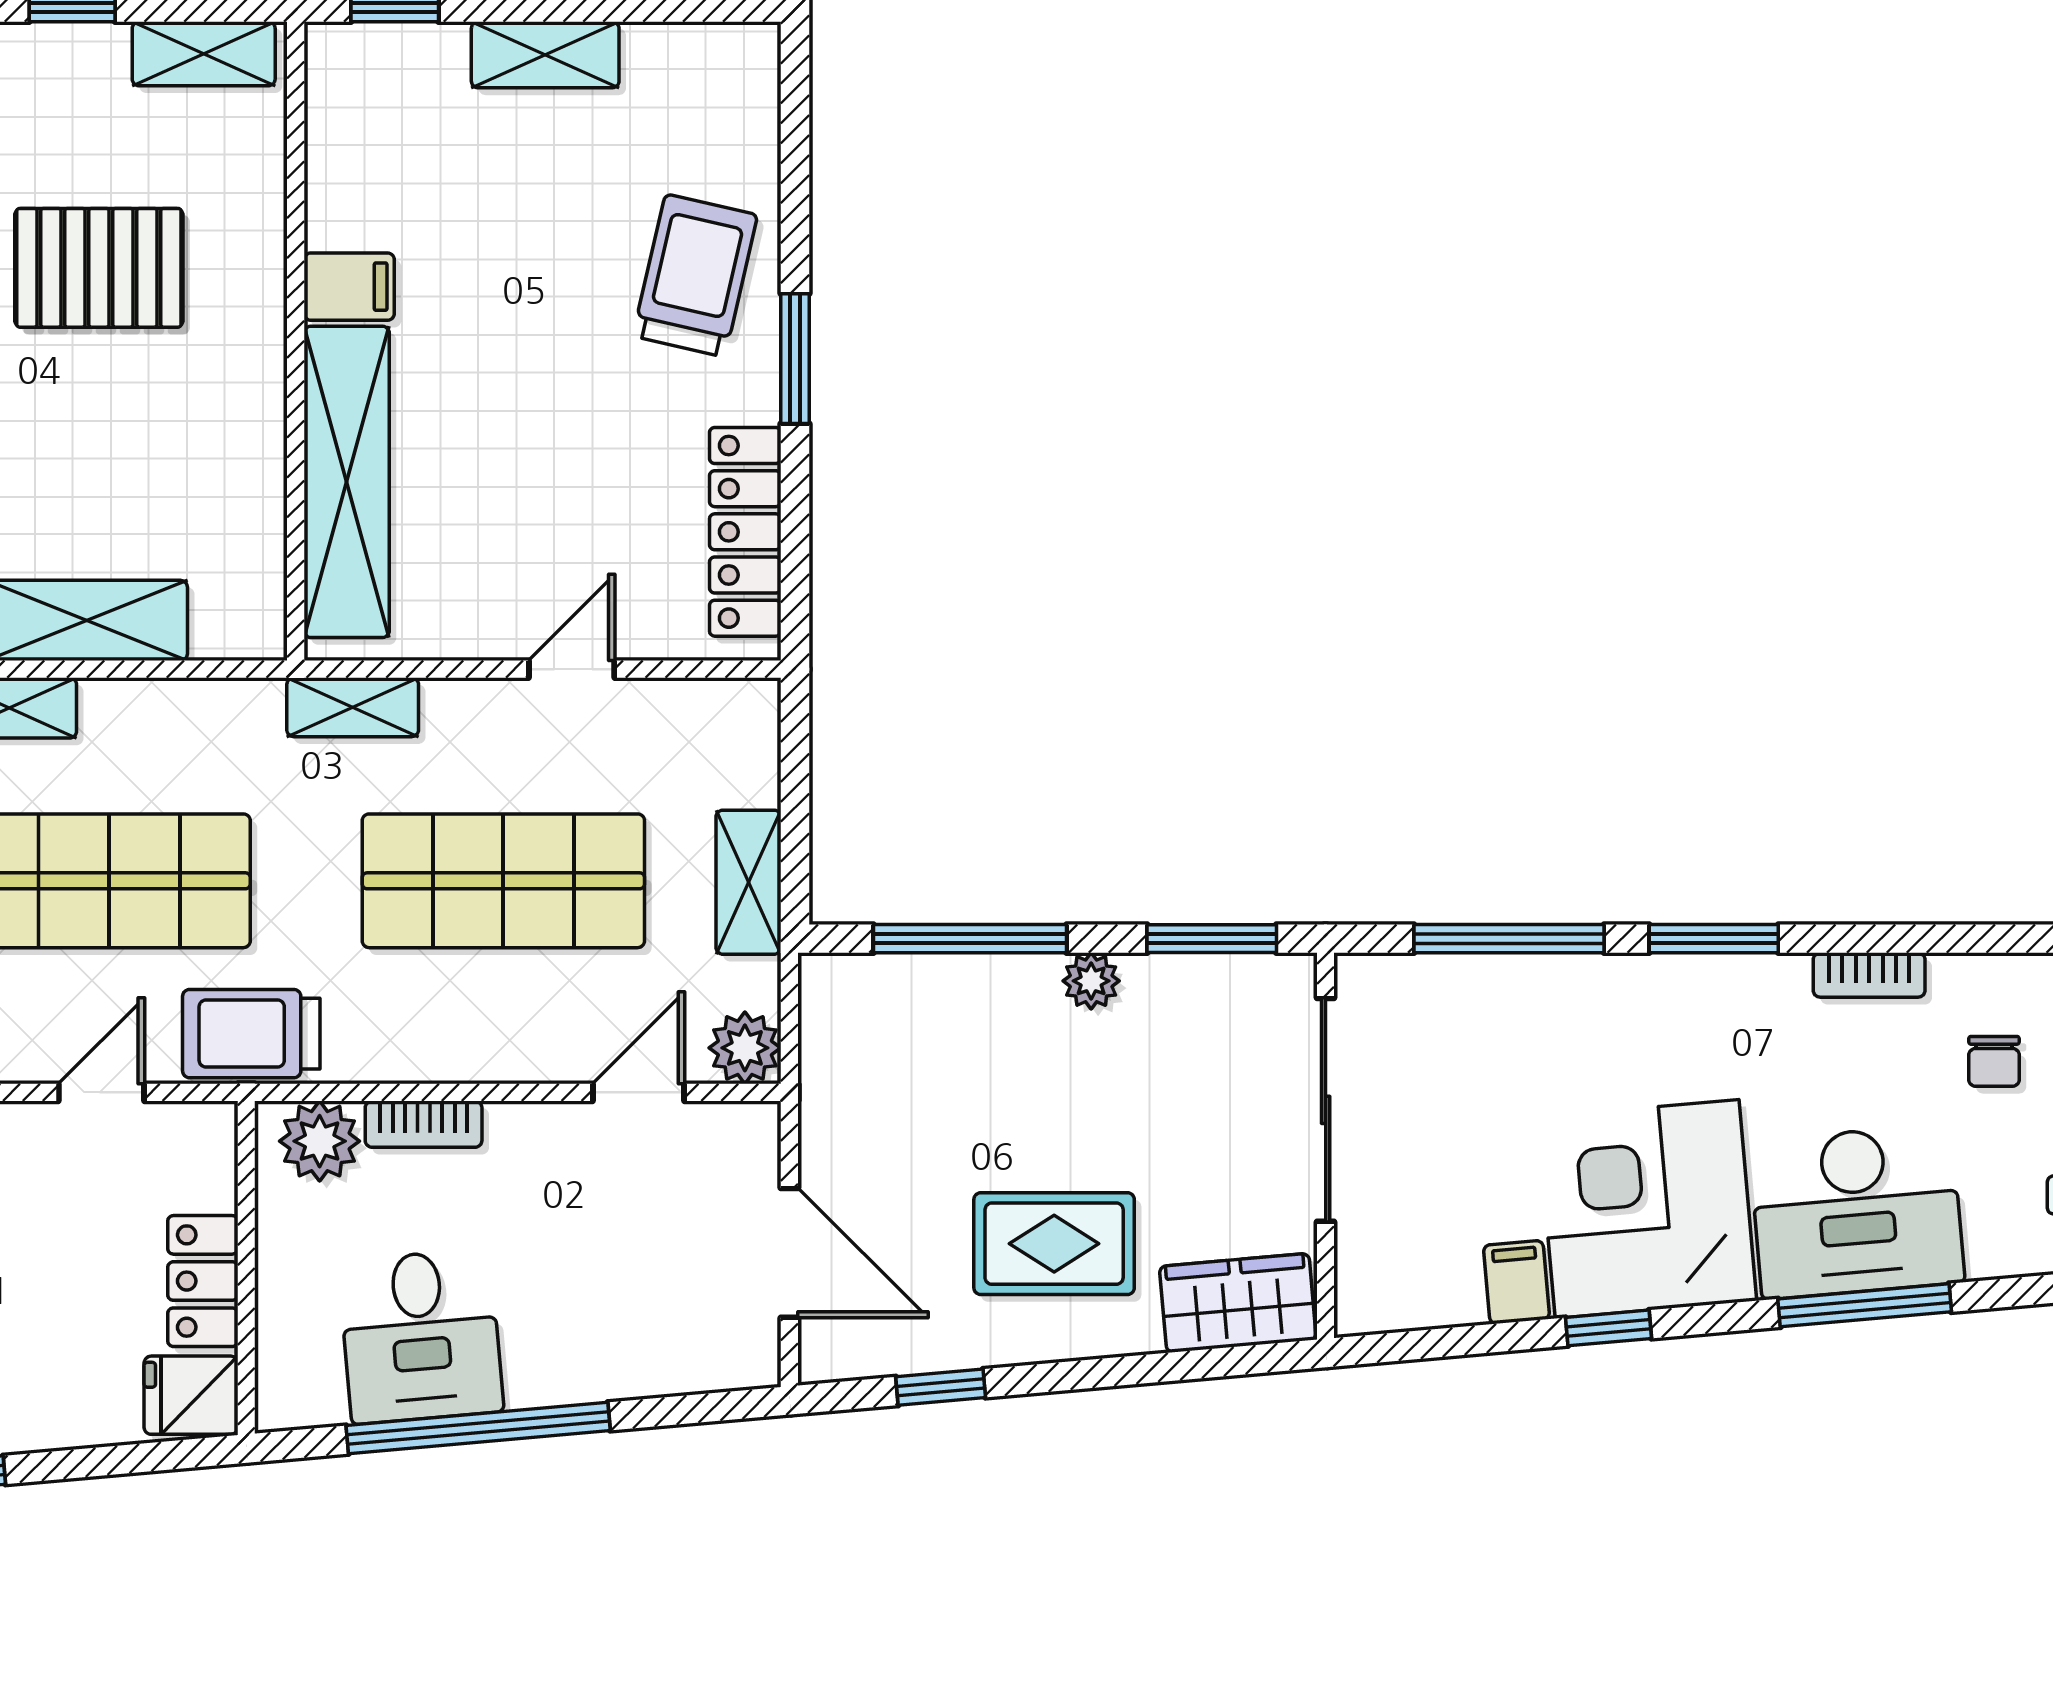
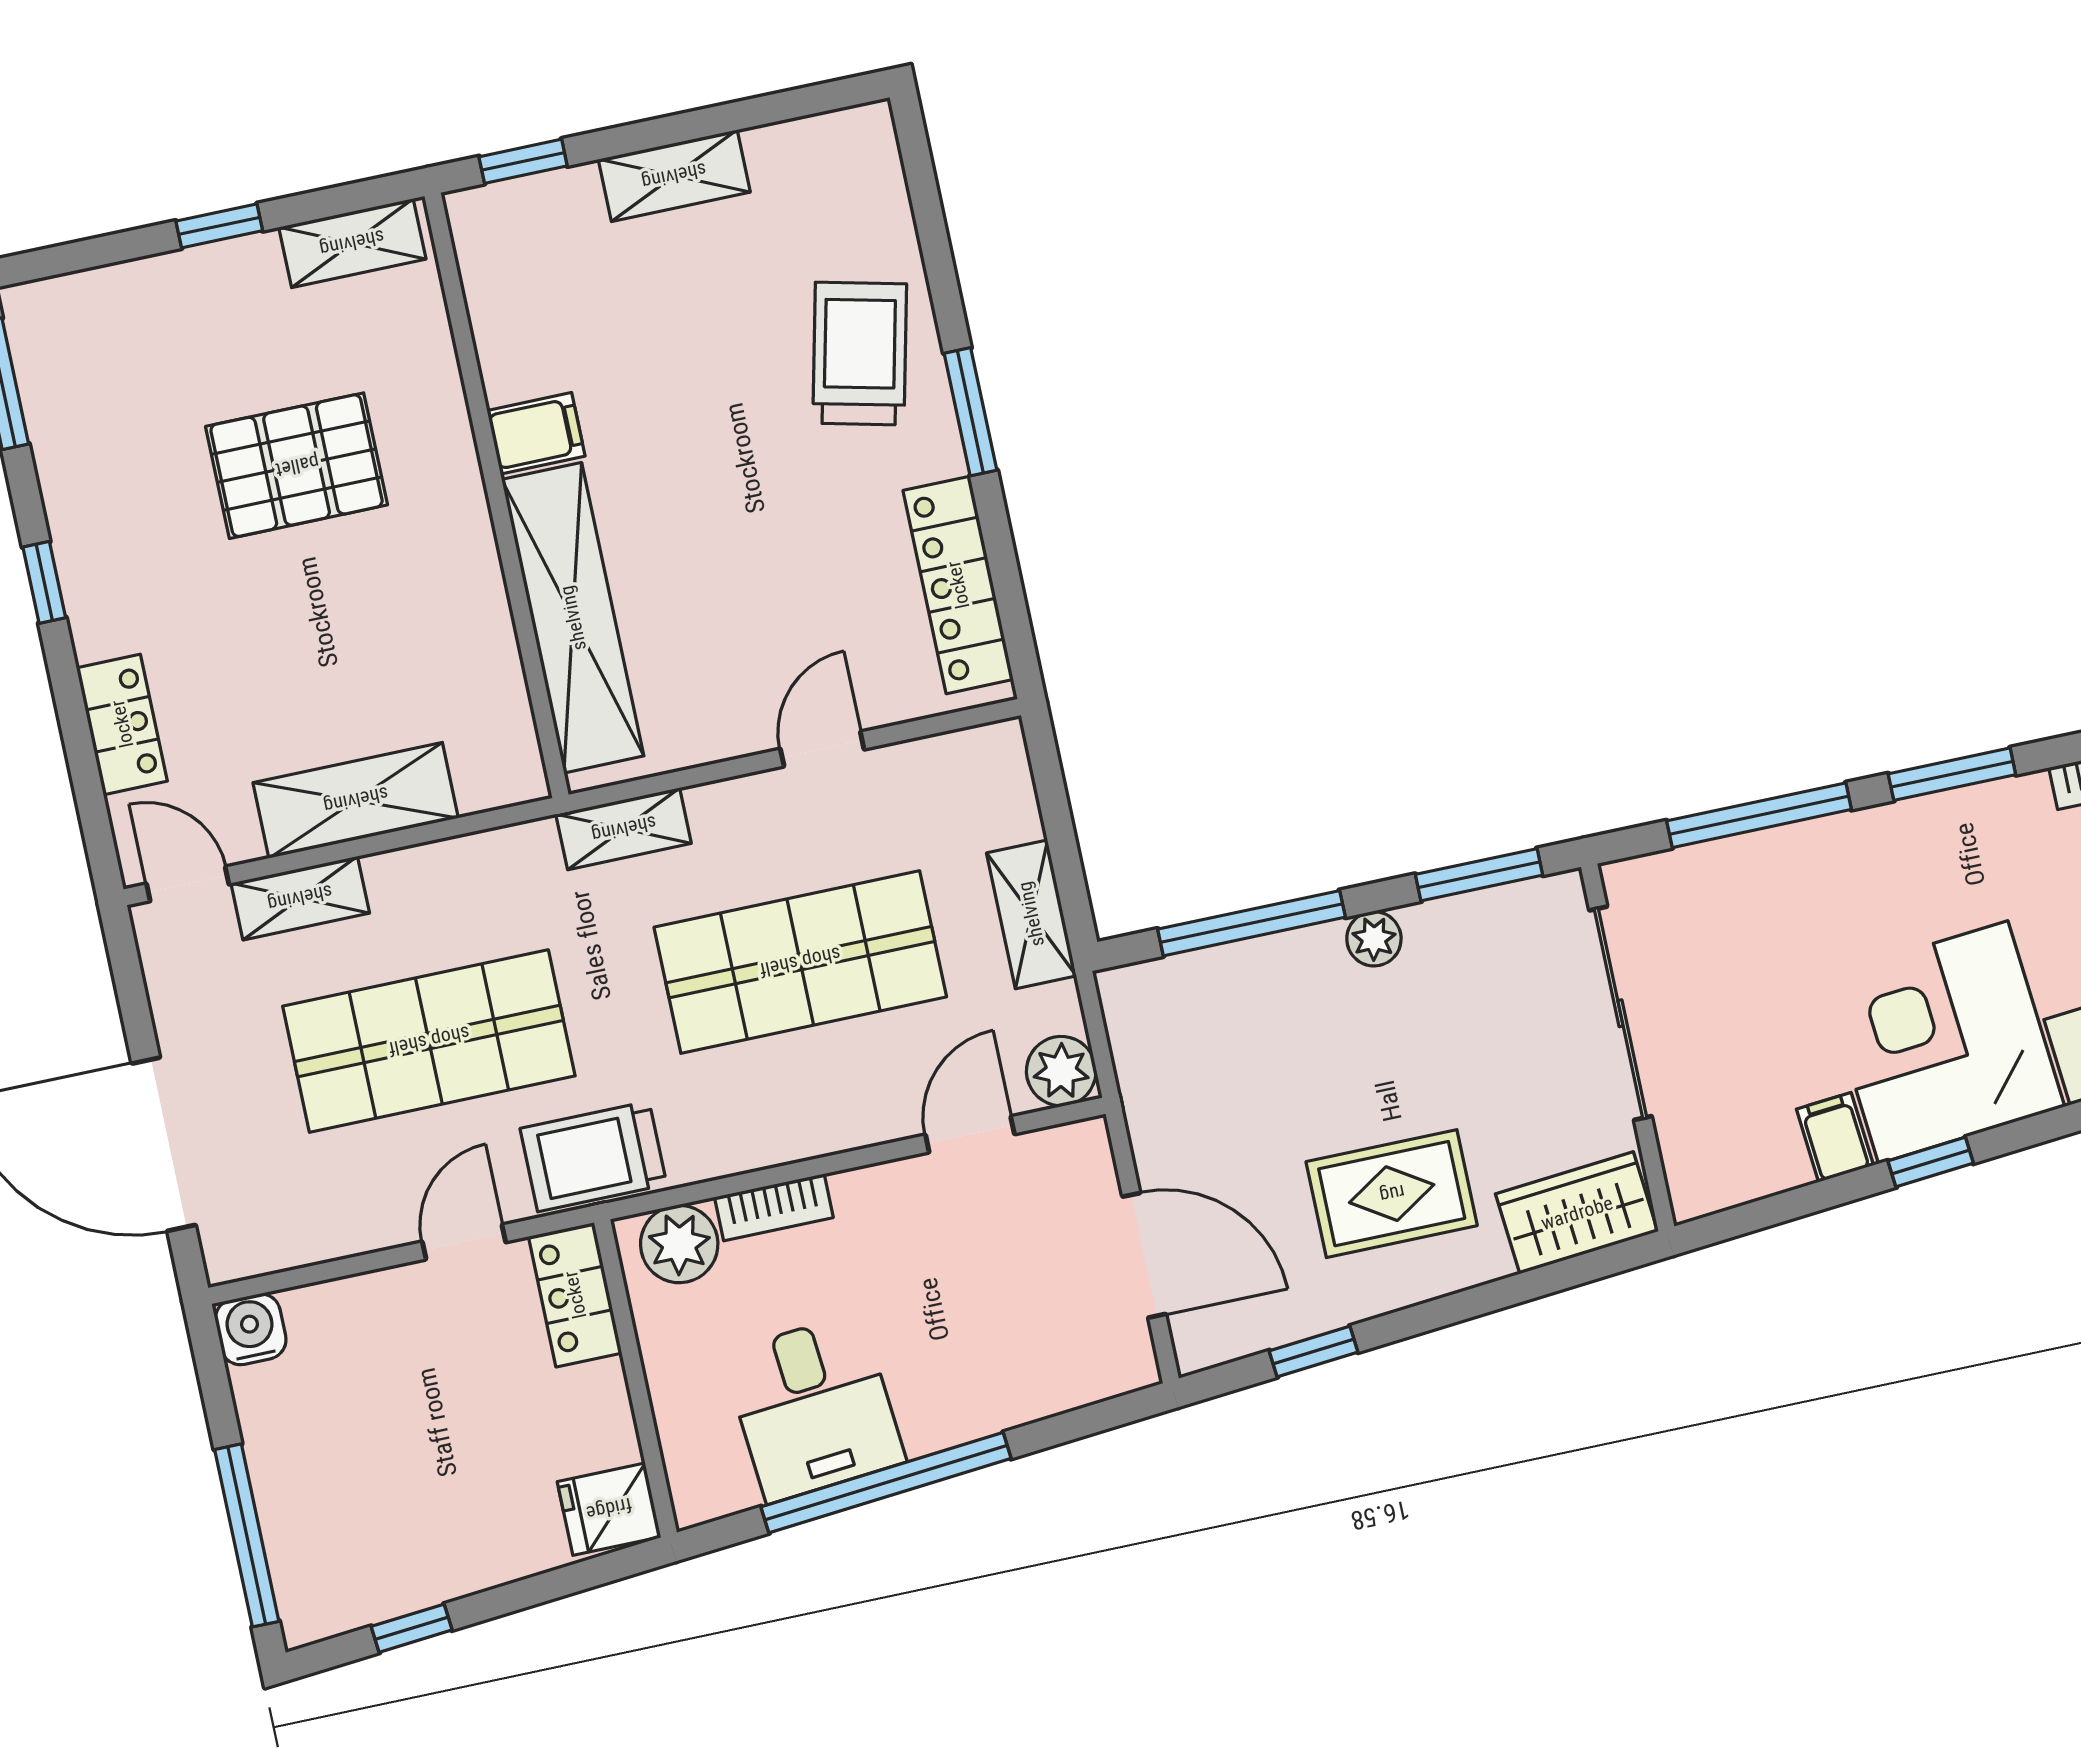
locker: (203, 1281) -> (575, 1295), moved

